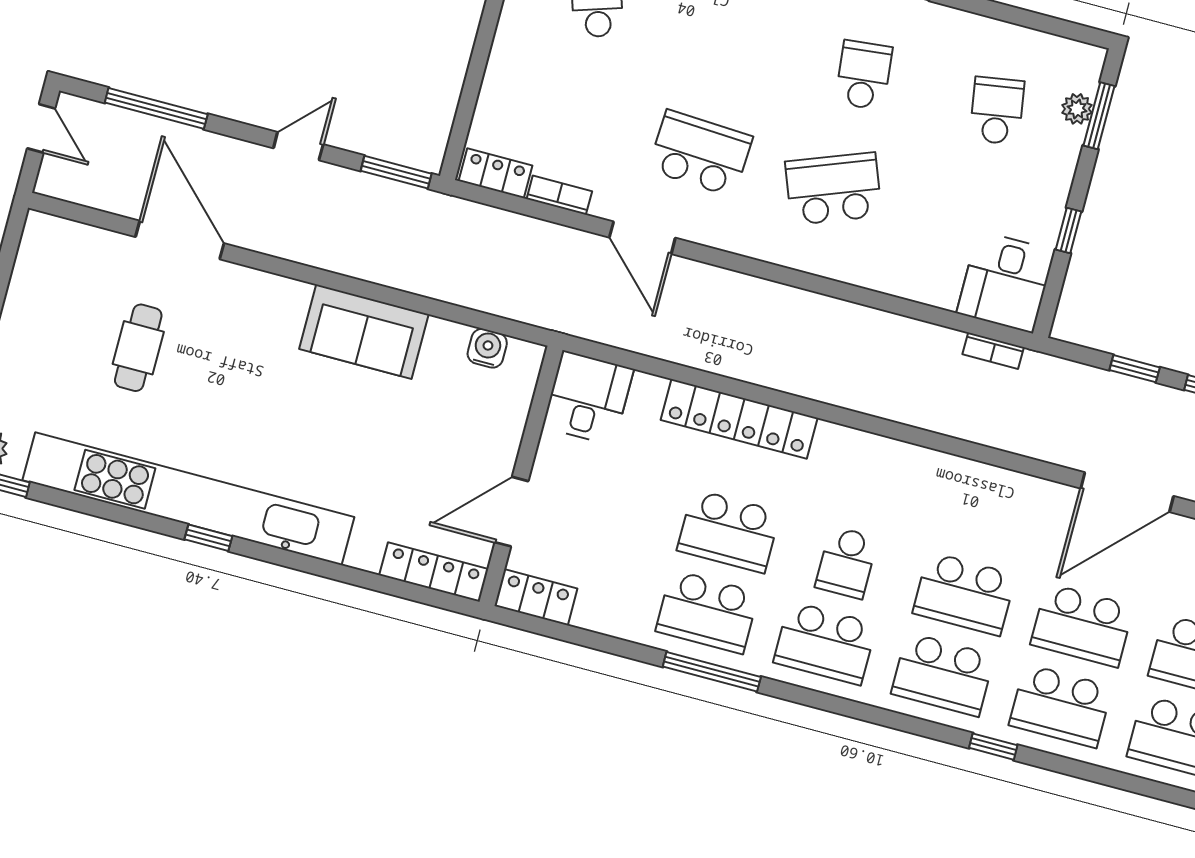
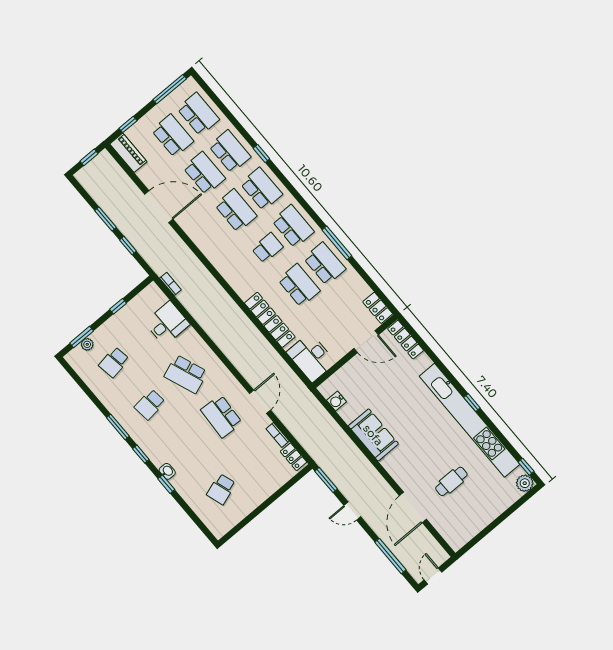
desk: (1006, 282) -> (167, 323), moved
desk: (588, 398) -> (311, 357), width x1.37

